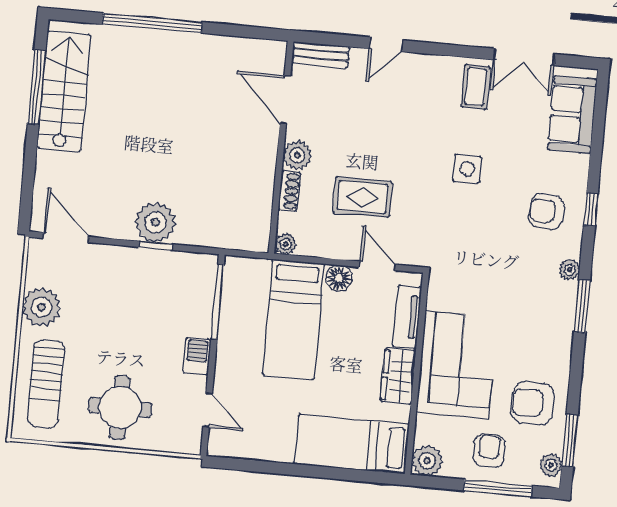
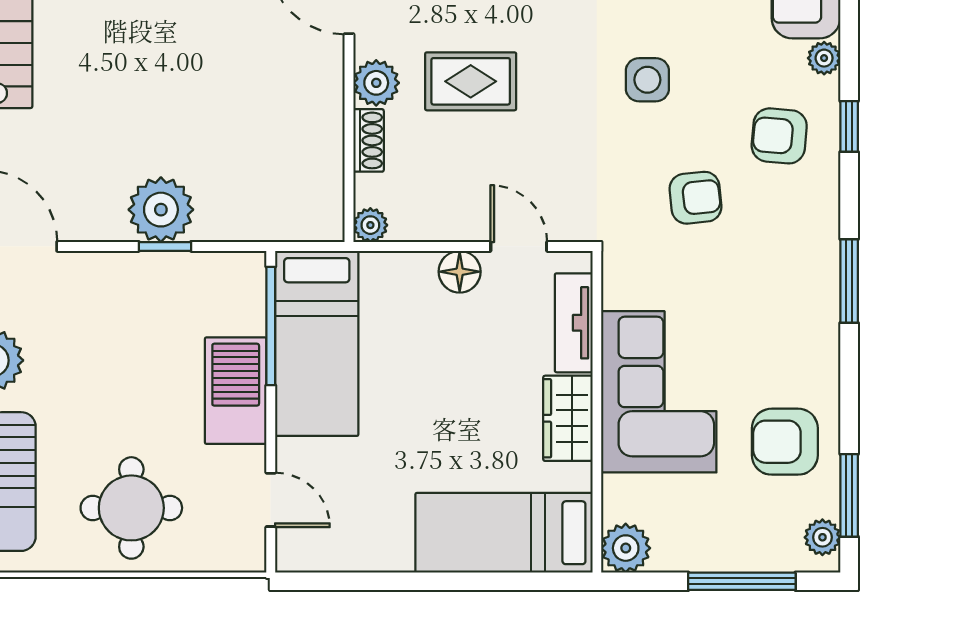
rug: (362, 197) -> (471, 81), moved
plant: (570, 270) -> (824, 58), moved
bed: (293, 319) -> (317, 343), moved
barbecue: (197, 356) -> (236, 391), width x1.88, depth x1.53
armchair: (489, 451) -> (696, 198), moved, turned 84

